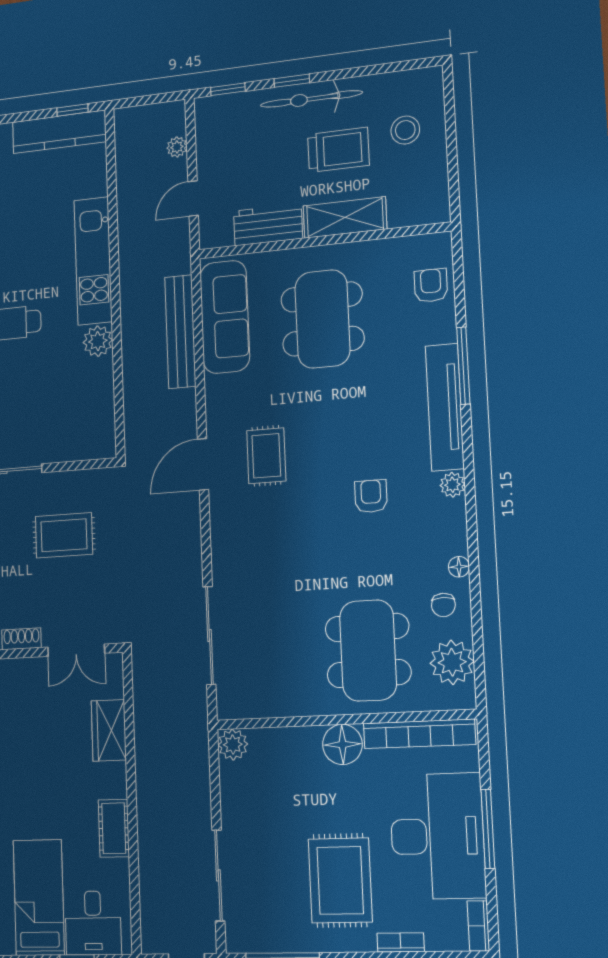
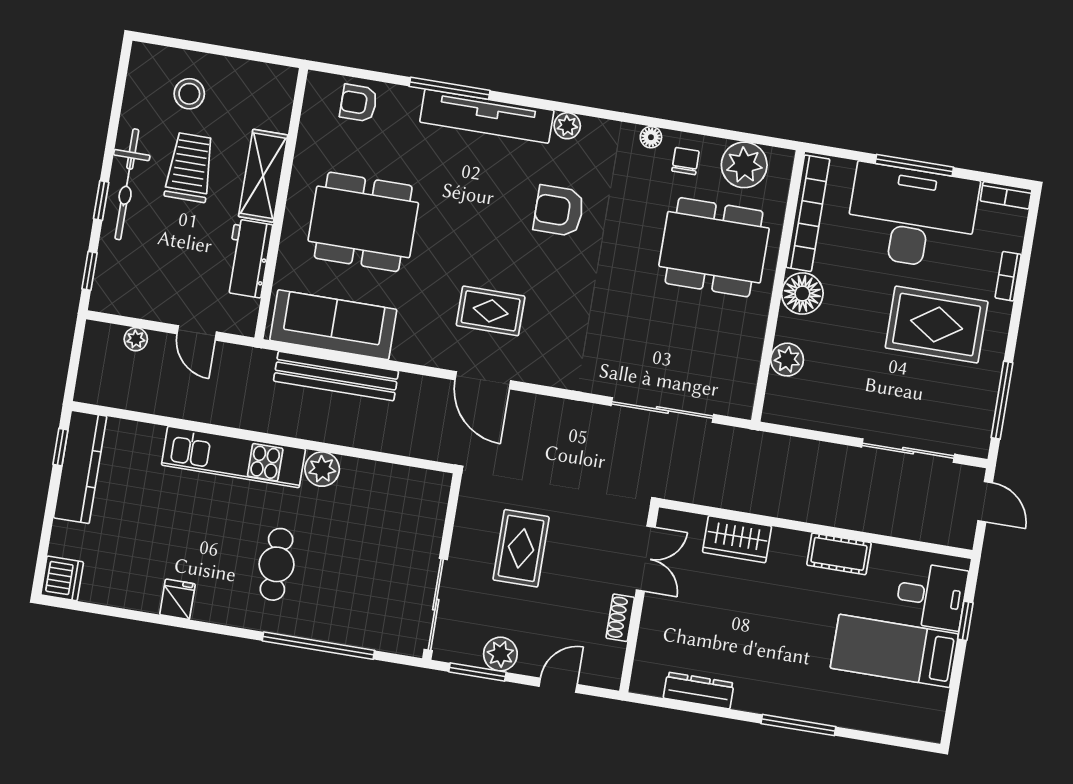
armchair: (371, 496) -> (559, 211), width x1.38, depth x1.38
chair: (443, 605) -> (685, 161), turned -90
plant: (233, 745) -> (787, 360), moved

